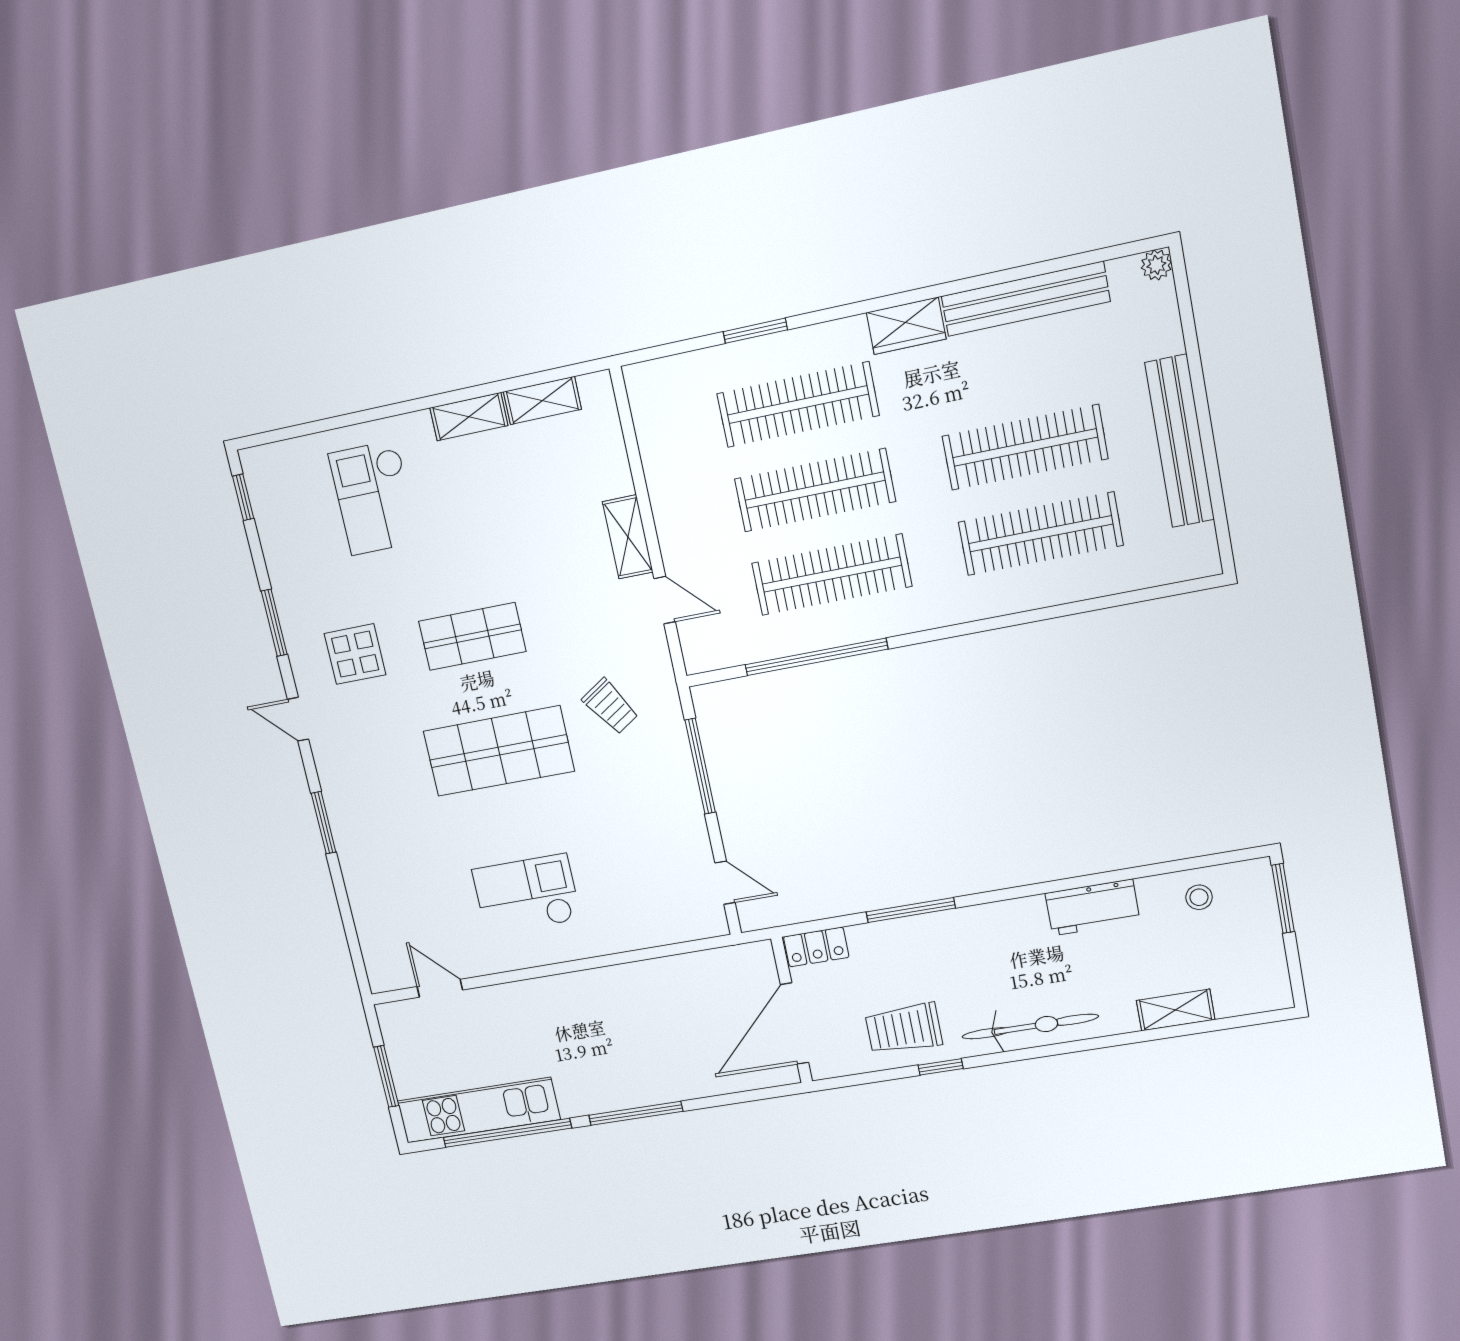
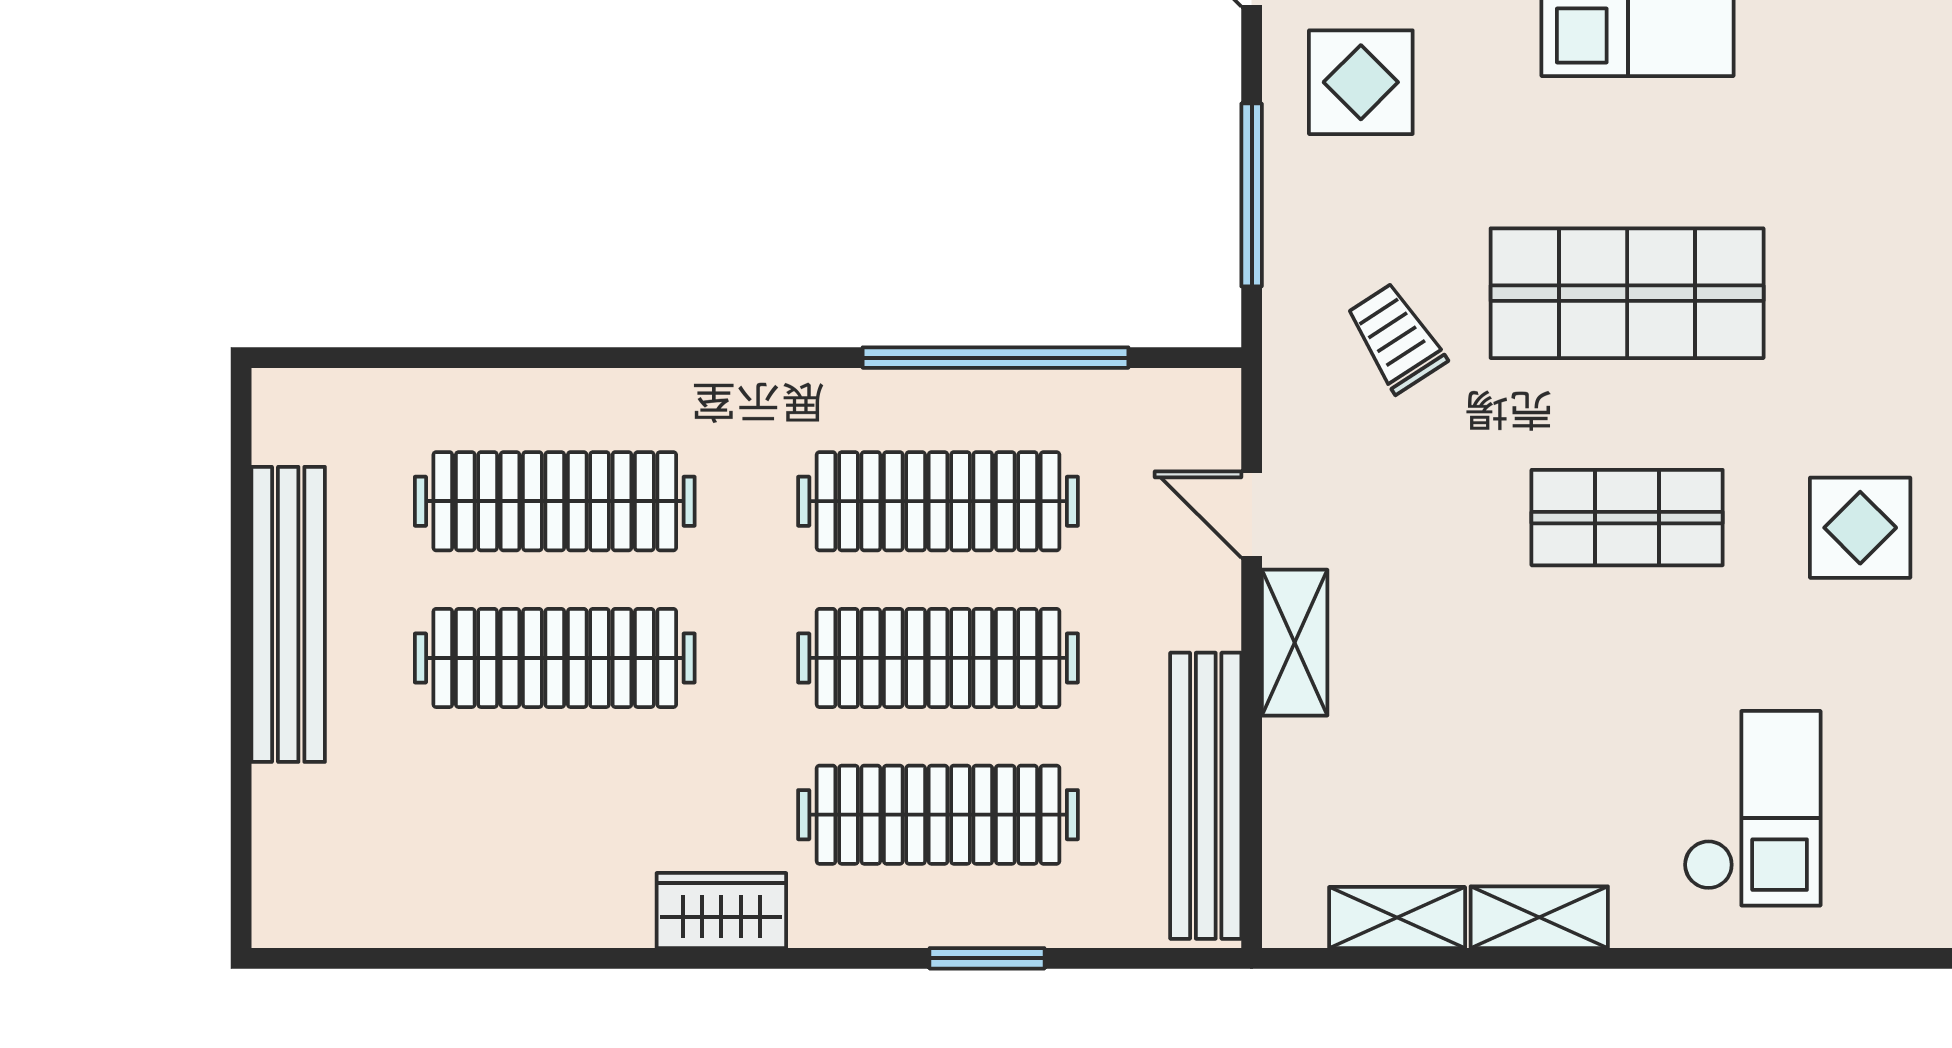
plant: (1156, 265) -> (278, 922), removed
bench: (1025, 299) -> (1206, 796), moved, turned 90
display table: (657, 833) -> (1361, 82), added

